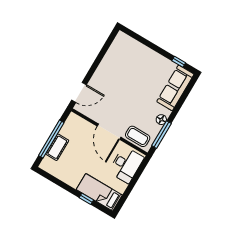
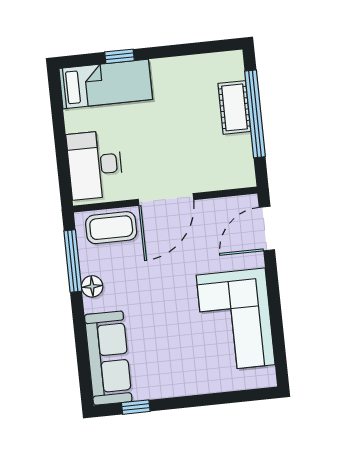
corner sofa: (116, 67) -> (236, 320), added
door: (109, 132) -> (166, 200), swing flipped

